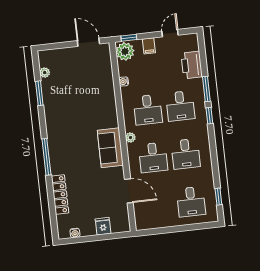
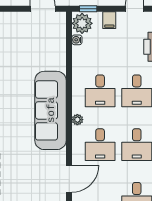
water cooler: (124, 81) -> (77, 40), moved
sofa: (110, 148) -> (51, 110), width x1.85, depth x1.27
door: (129, 191) -> (69, 179), hinge flipped

